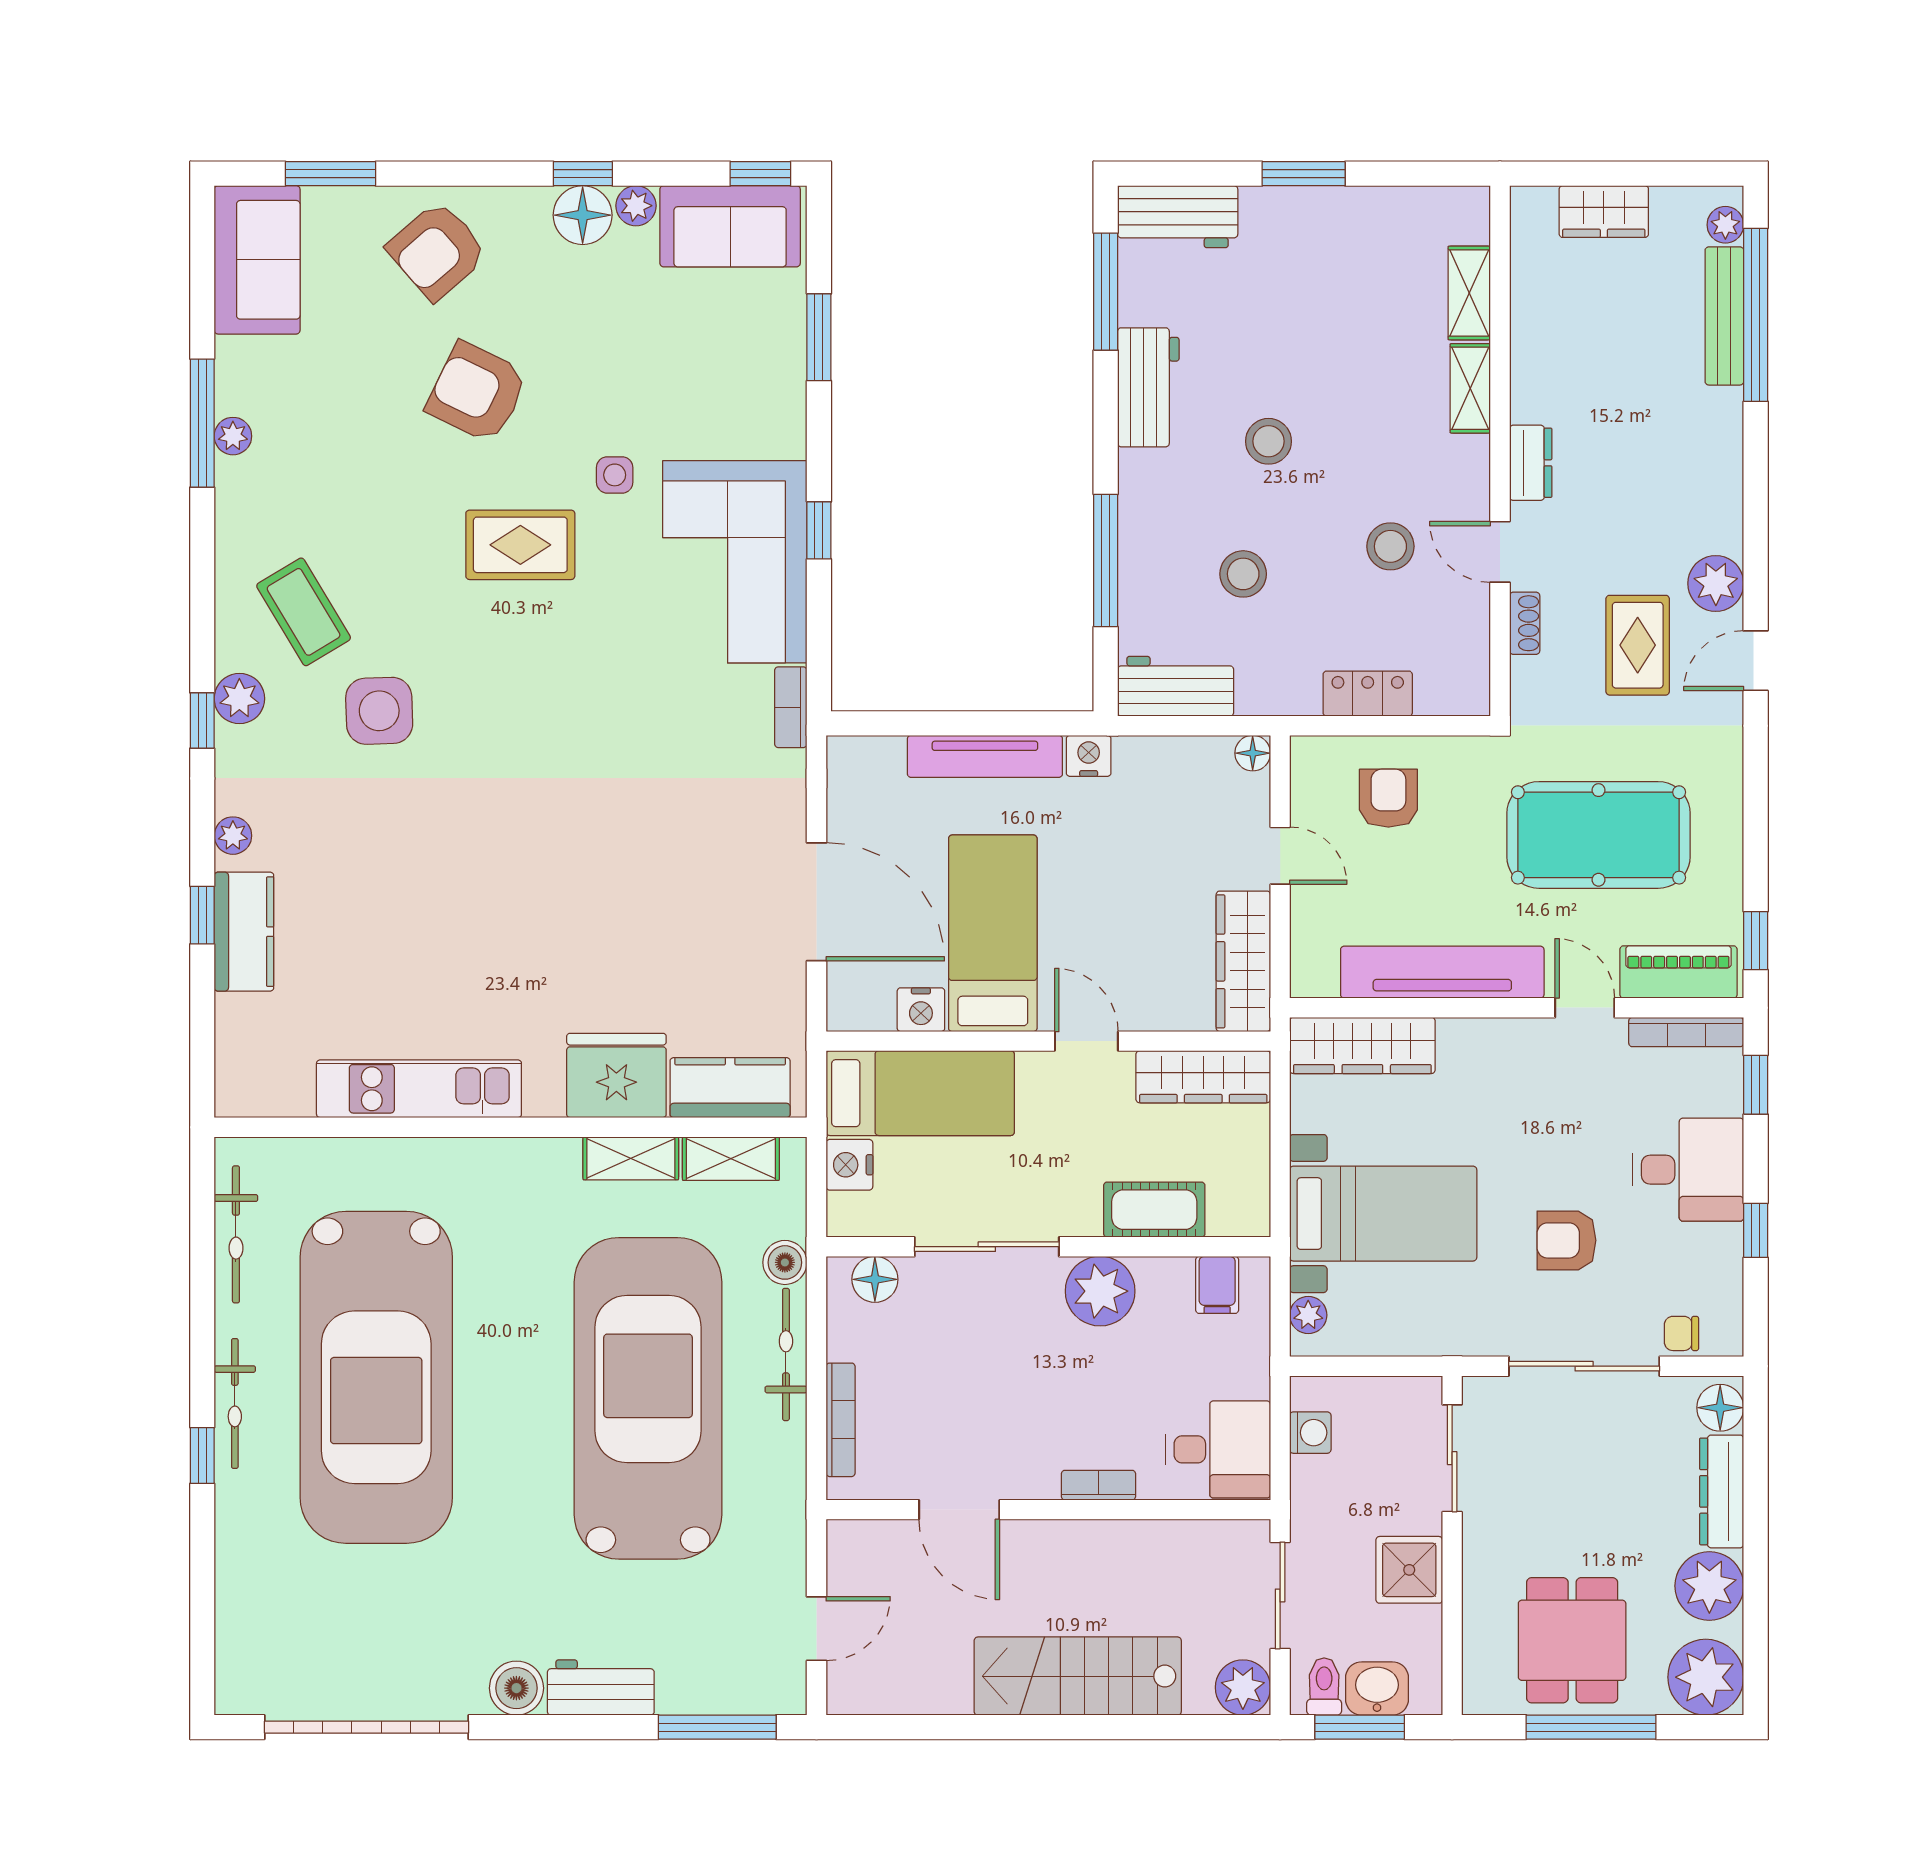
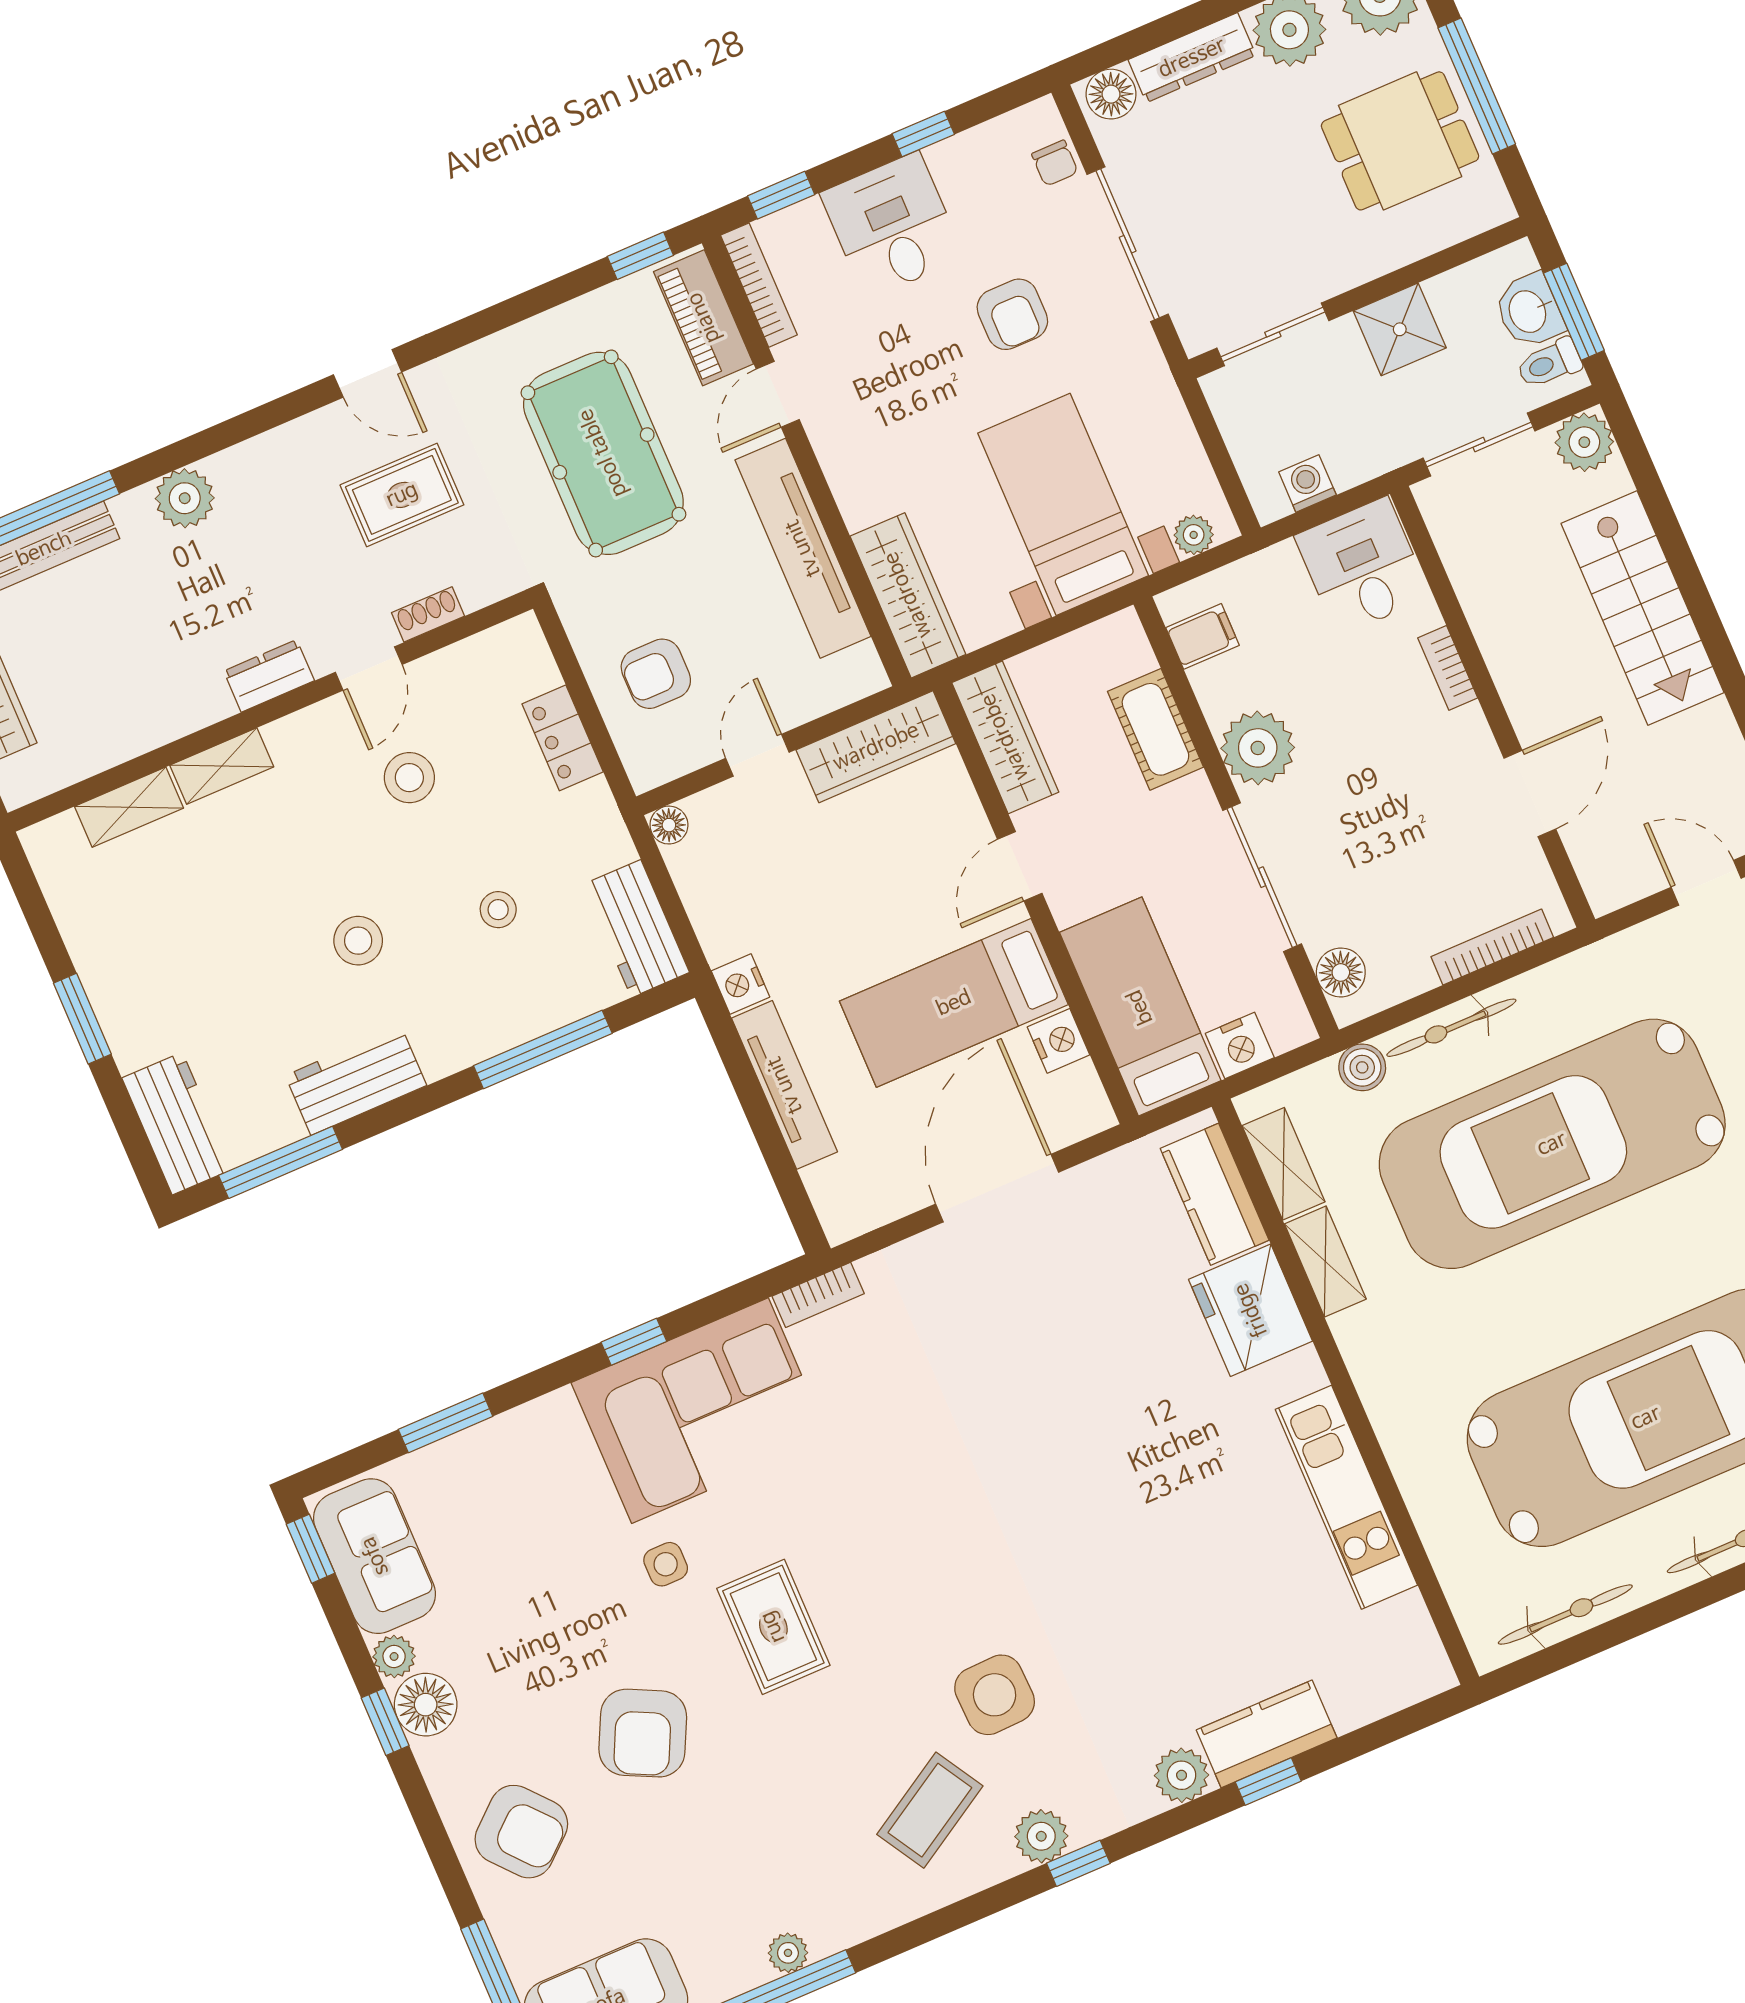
stool: (1243, 574) -> (498, 910), width x0.73, depth x0.73
plant: (1716, 583) -> (185, 498), moved
plant: (233, 836) -> (1182, 1775), width x1.38, depth x1.38

